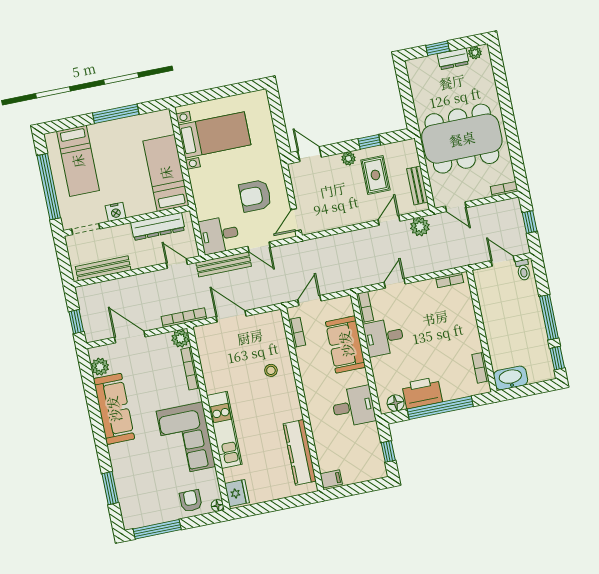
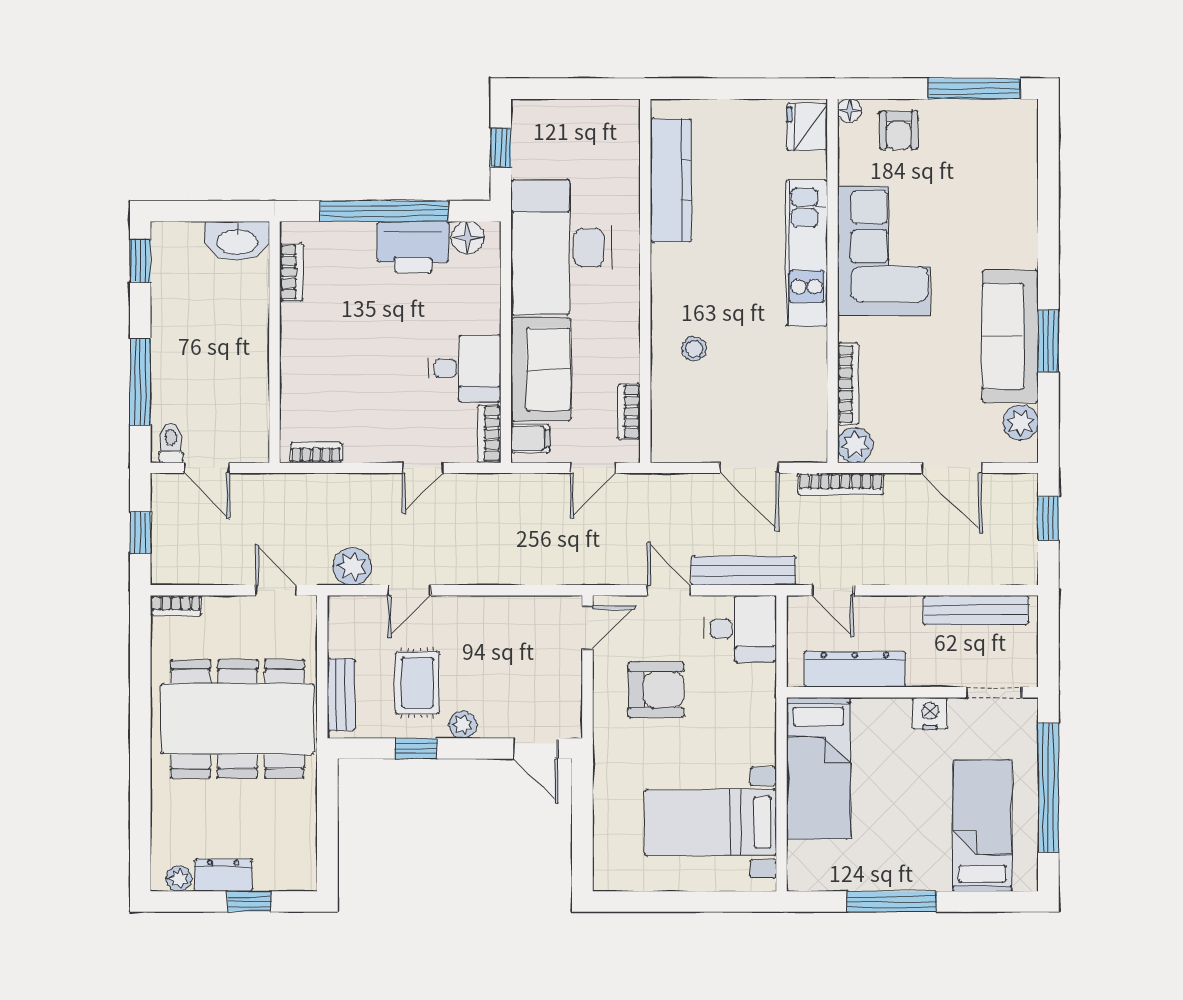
bench: (417, 185) -> (341, 695), moved
window: (549, 317) -> (140, 382), moved
desk: (353, 407) -> (562, 247), width x1.87, depth x1.30
filing cabinet: (331, 479) -> (530, 438), moved, turned 180
window: (110, 488) -> (1048, 341), moved

